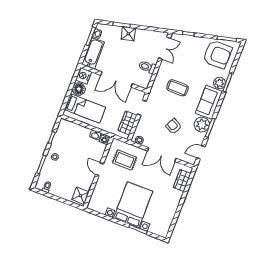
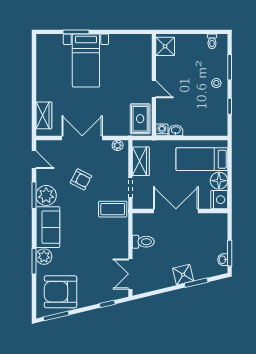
bathtub: (93, 53) -> (218, 233), removed
coffee table: (177, 88) -> (113, 209), moved
door: (201, 152) -> (34, 160), hinge flipped
rug: (125, 160) -> (140, 119), moved, turned 90
bed with nightstands: (133, 205) -> (86, 61), width x0.73

